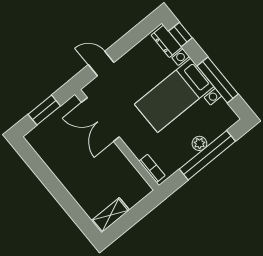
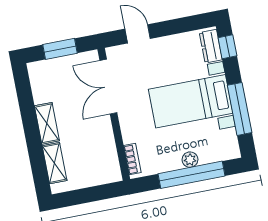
shelving: (66, 177) -> (47, 123), added
shelving: (110, 215) -> (55, 163), moved, turned 90

